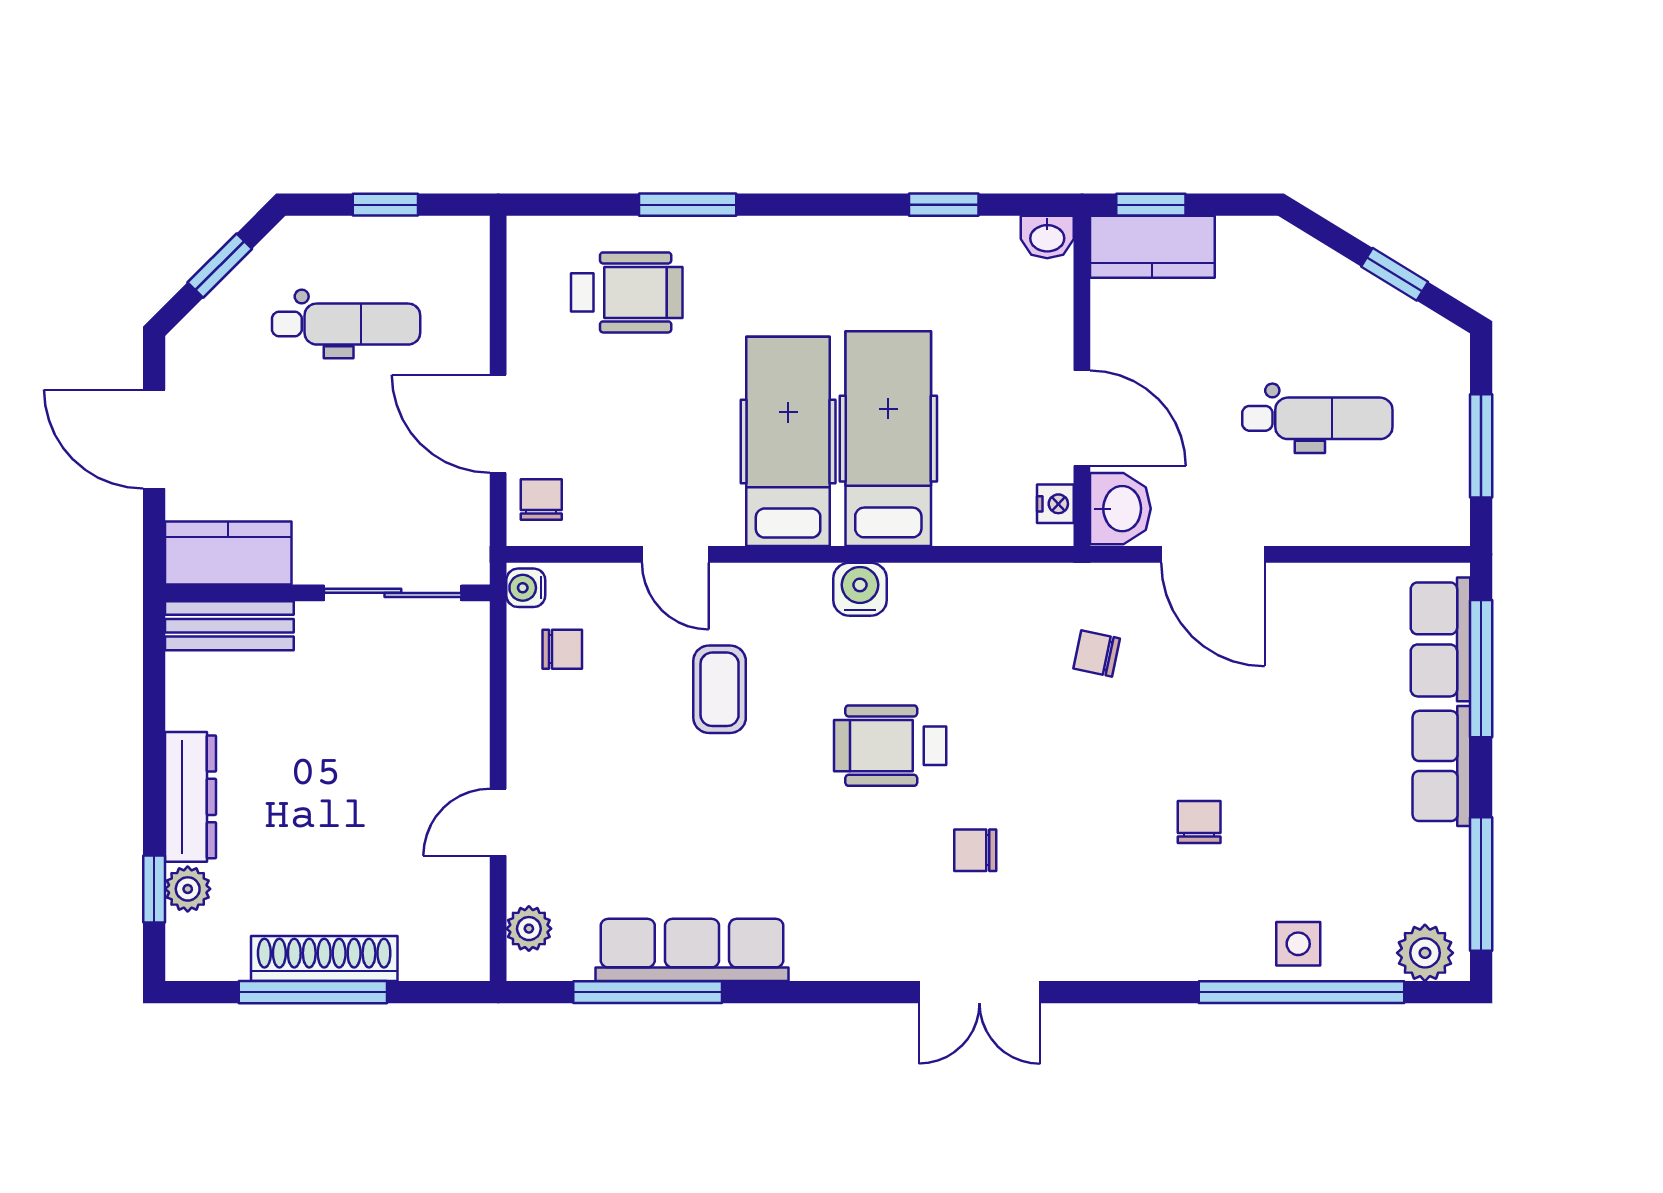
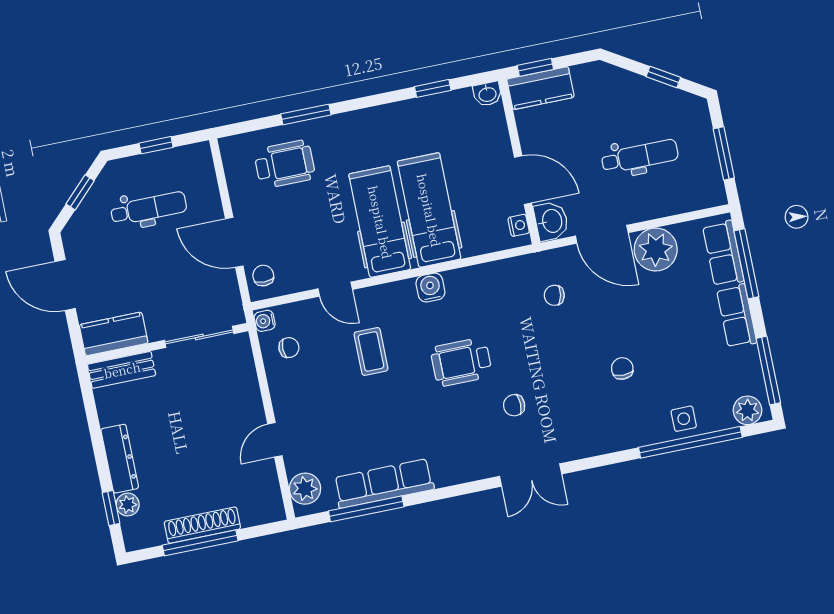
plant: (1311, 605) -> (656, 249), added
plant: (529, 929) -> (305, 489), width x1.38, depth x1.38

